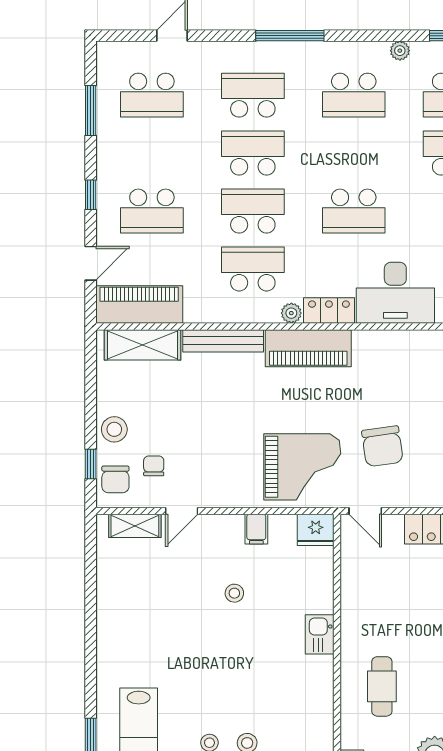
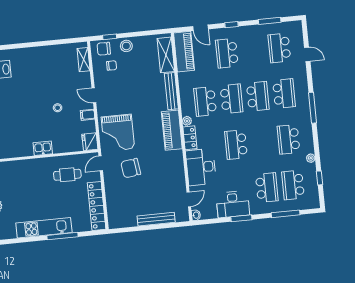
school desk: (253, 269) -> (205, 101), turned 180
door: (182, 511) -> (94, 95), moved
cafe table: (382, 686) -> (67, 175), moved

